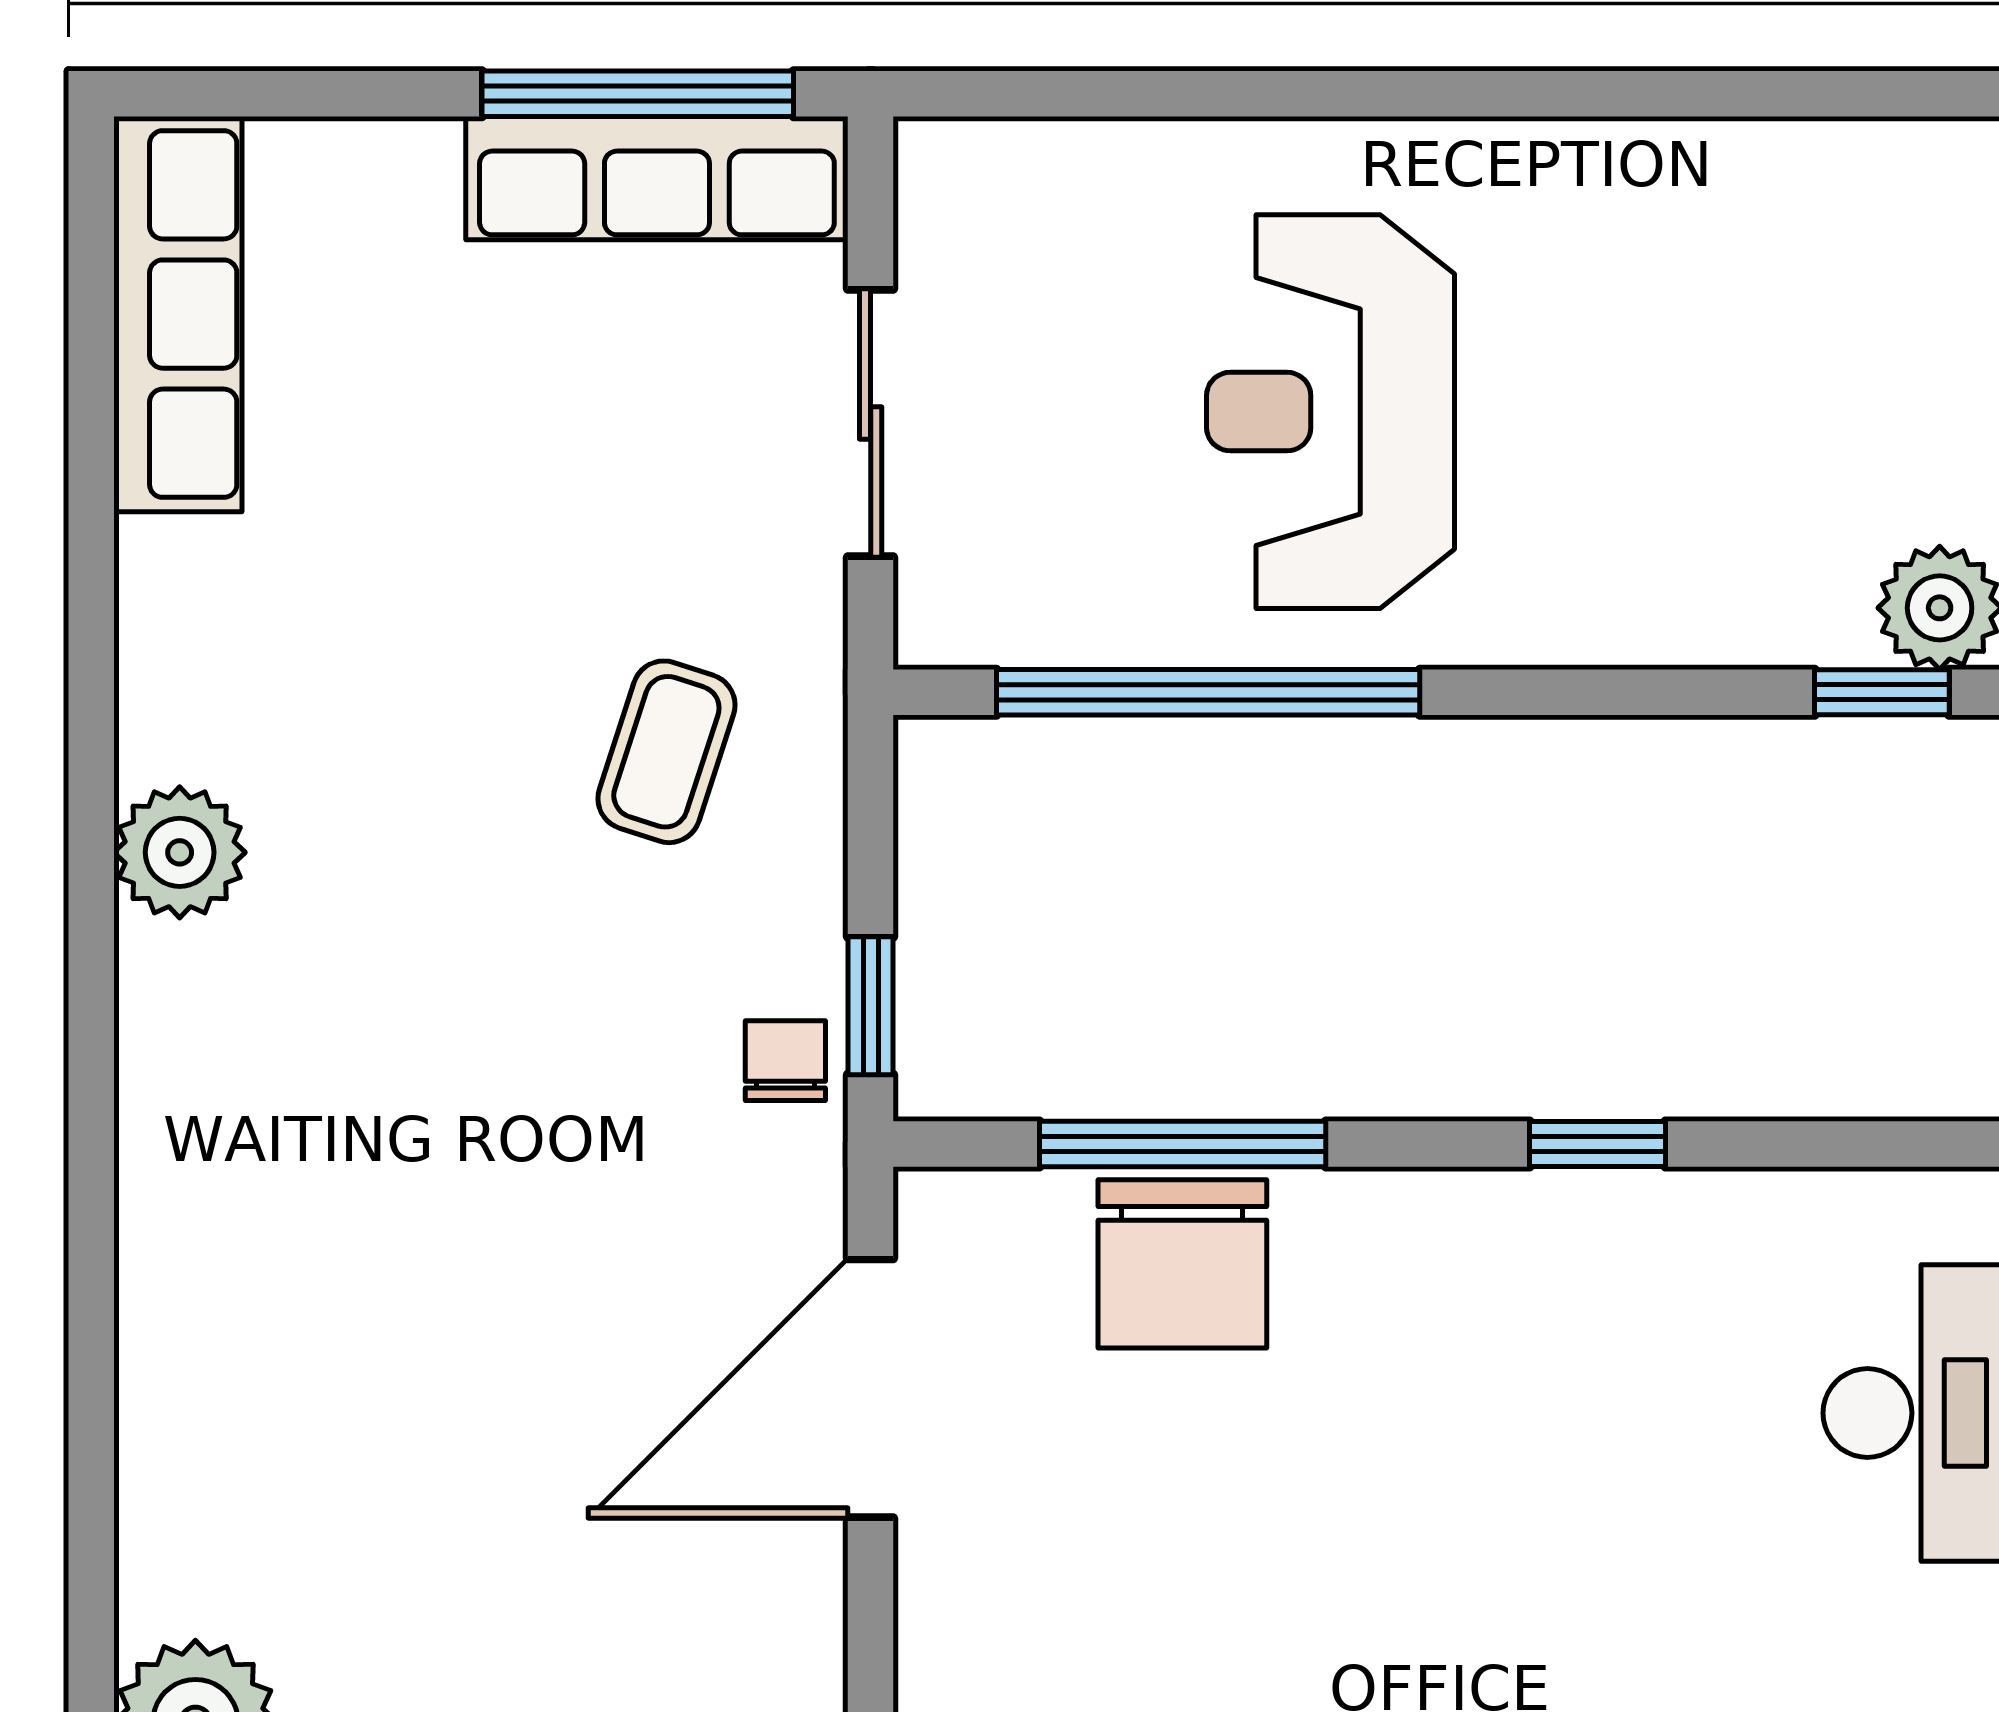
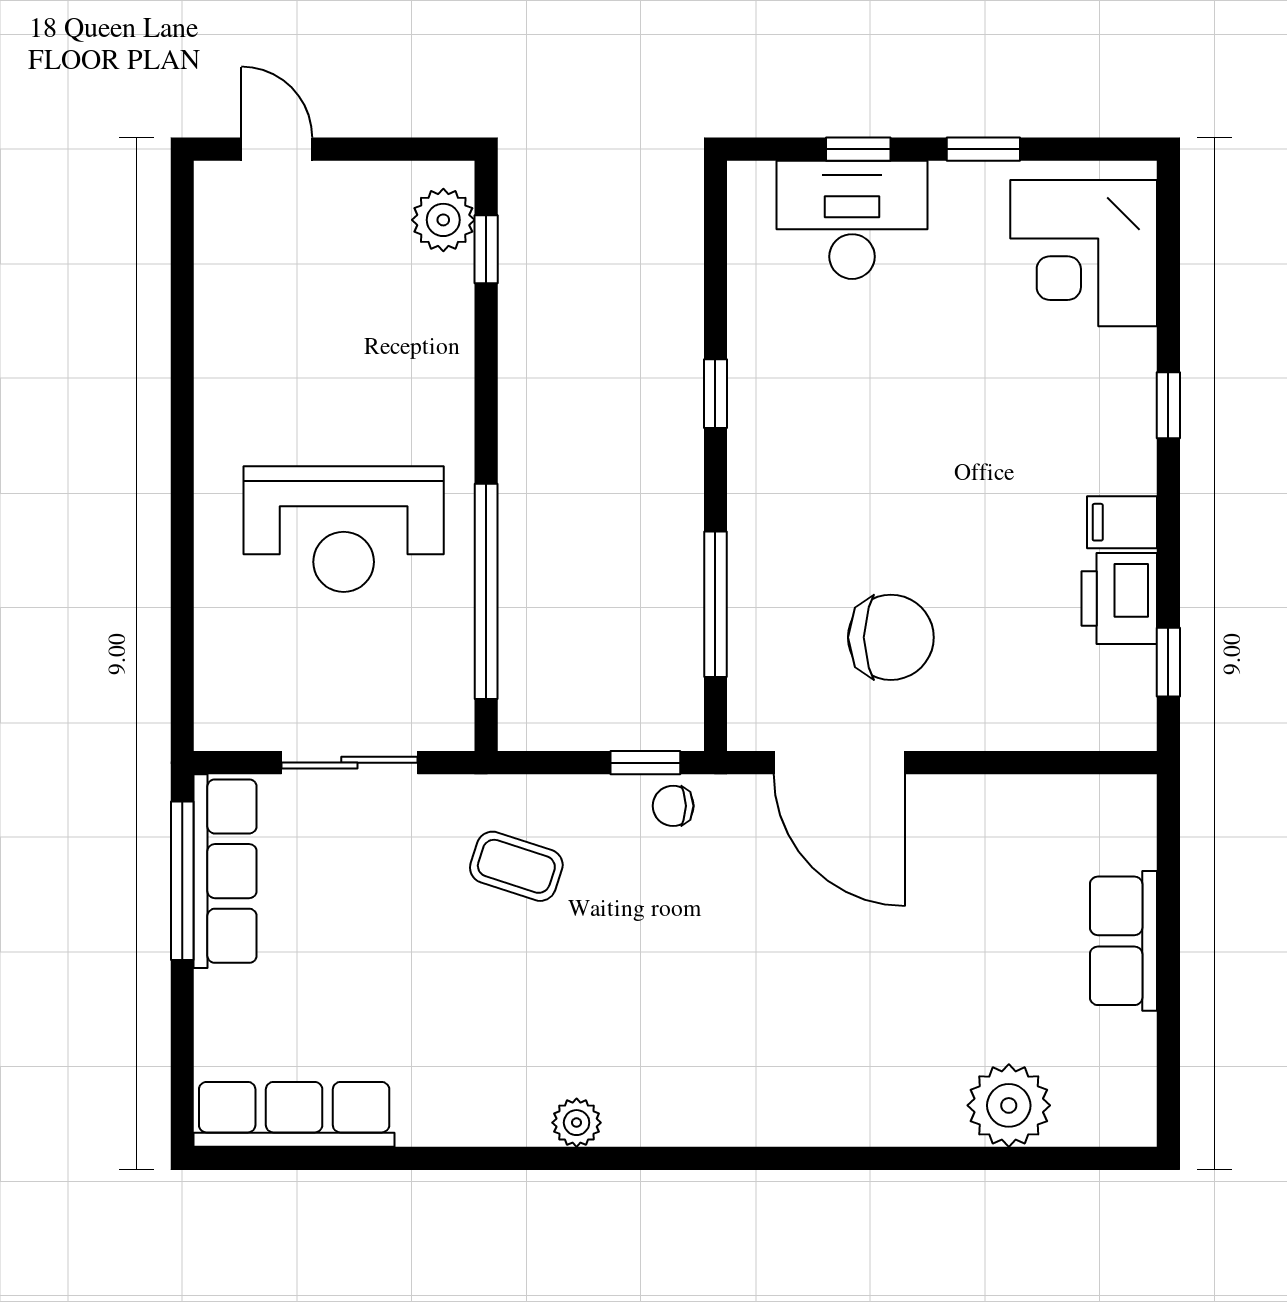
plant: (180, 852) -> (577, 1123), width x0.73, depth x0.73
chair: (1182, 1264) -> (891, 637), moved

